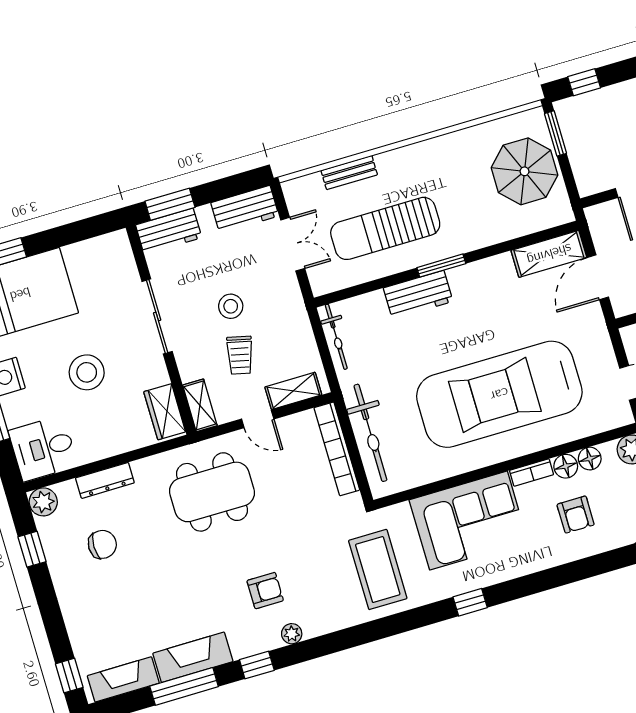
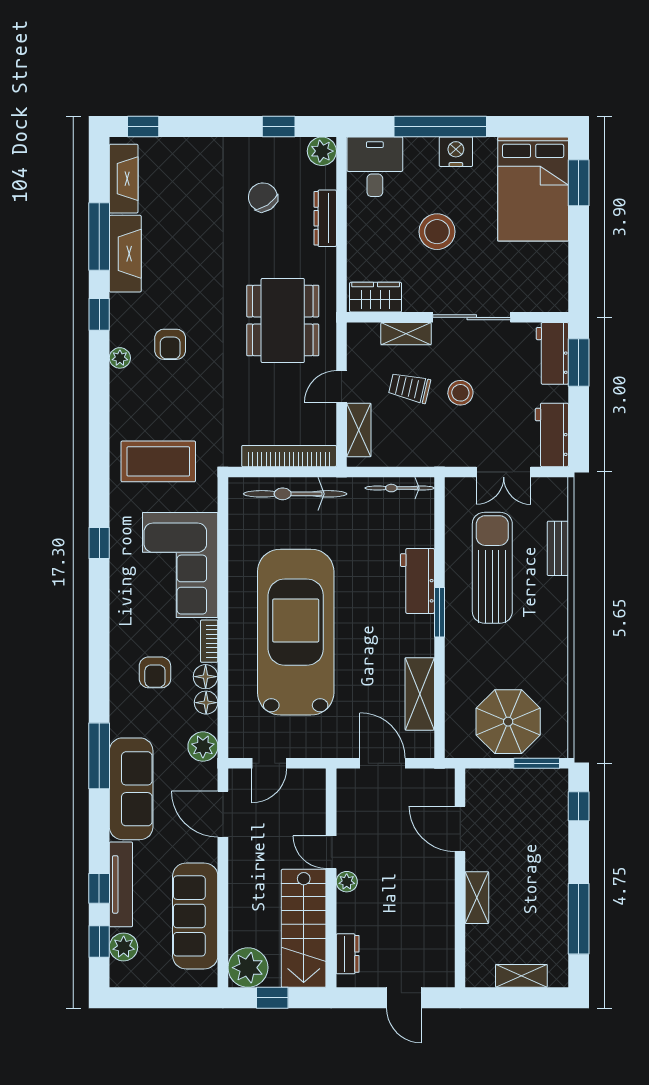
shelving: (549, 254) -> (420, 694), moved
shelving: (200, 405) -> (406, 334), moved
armchair: (576, 515) -> (155, 672), turned -90
chair: (102, 544) -> (263, 197), turned 146

